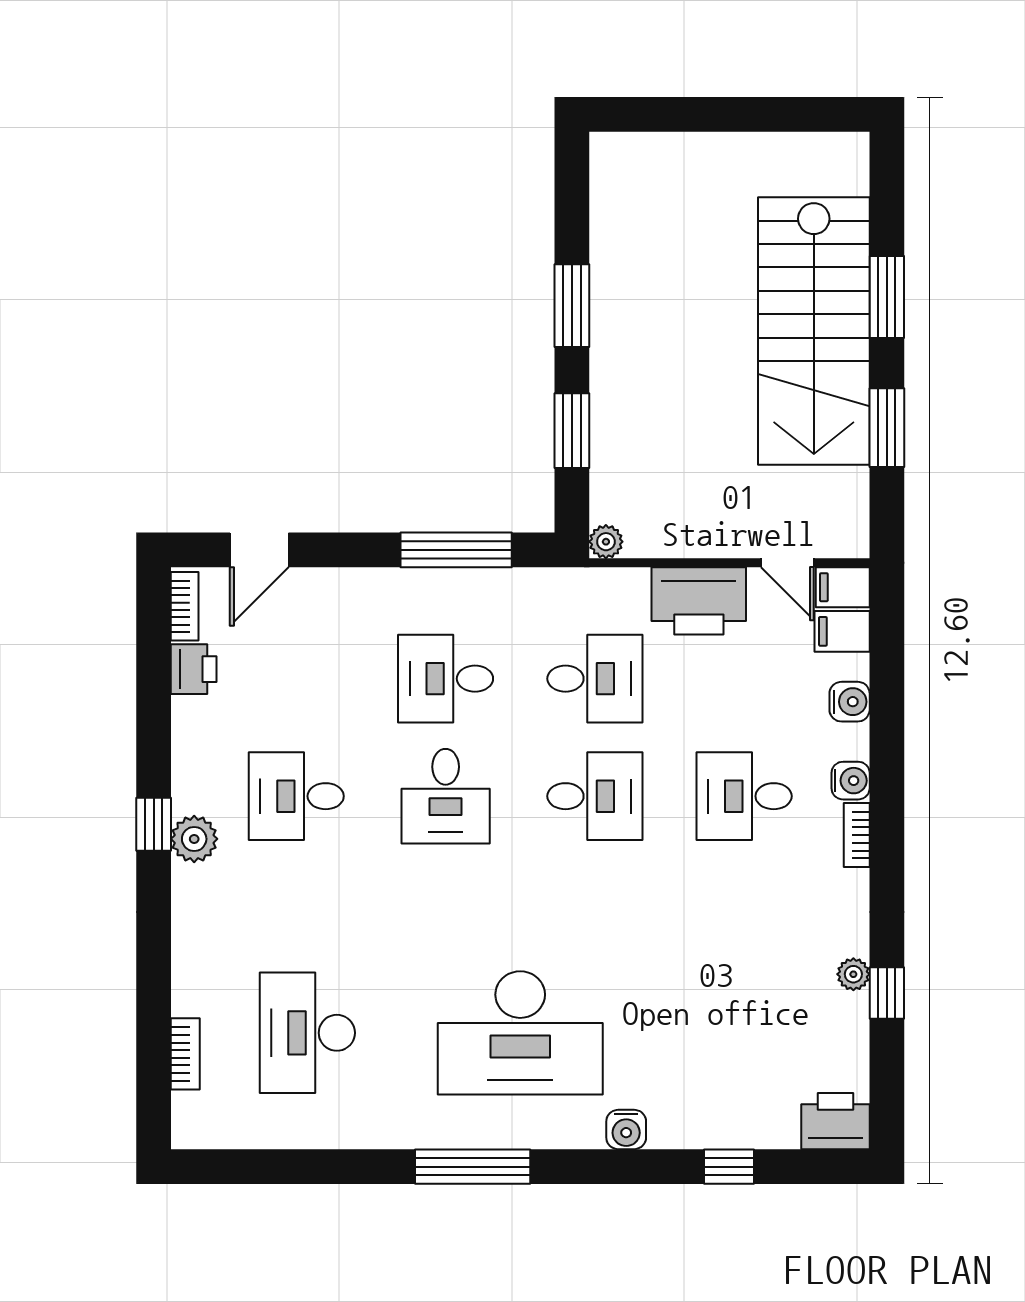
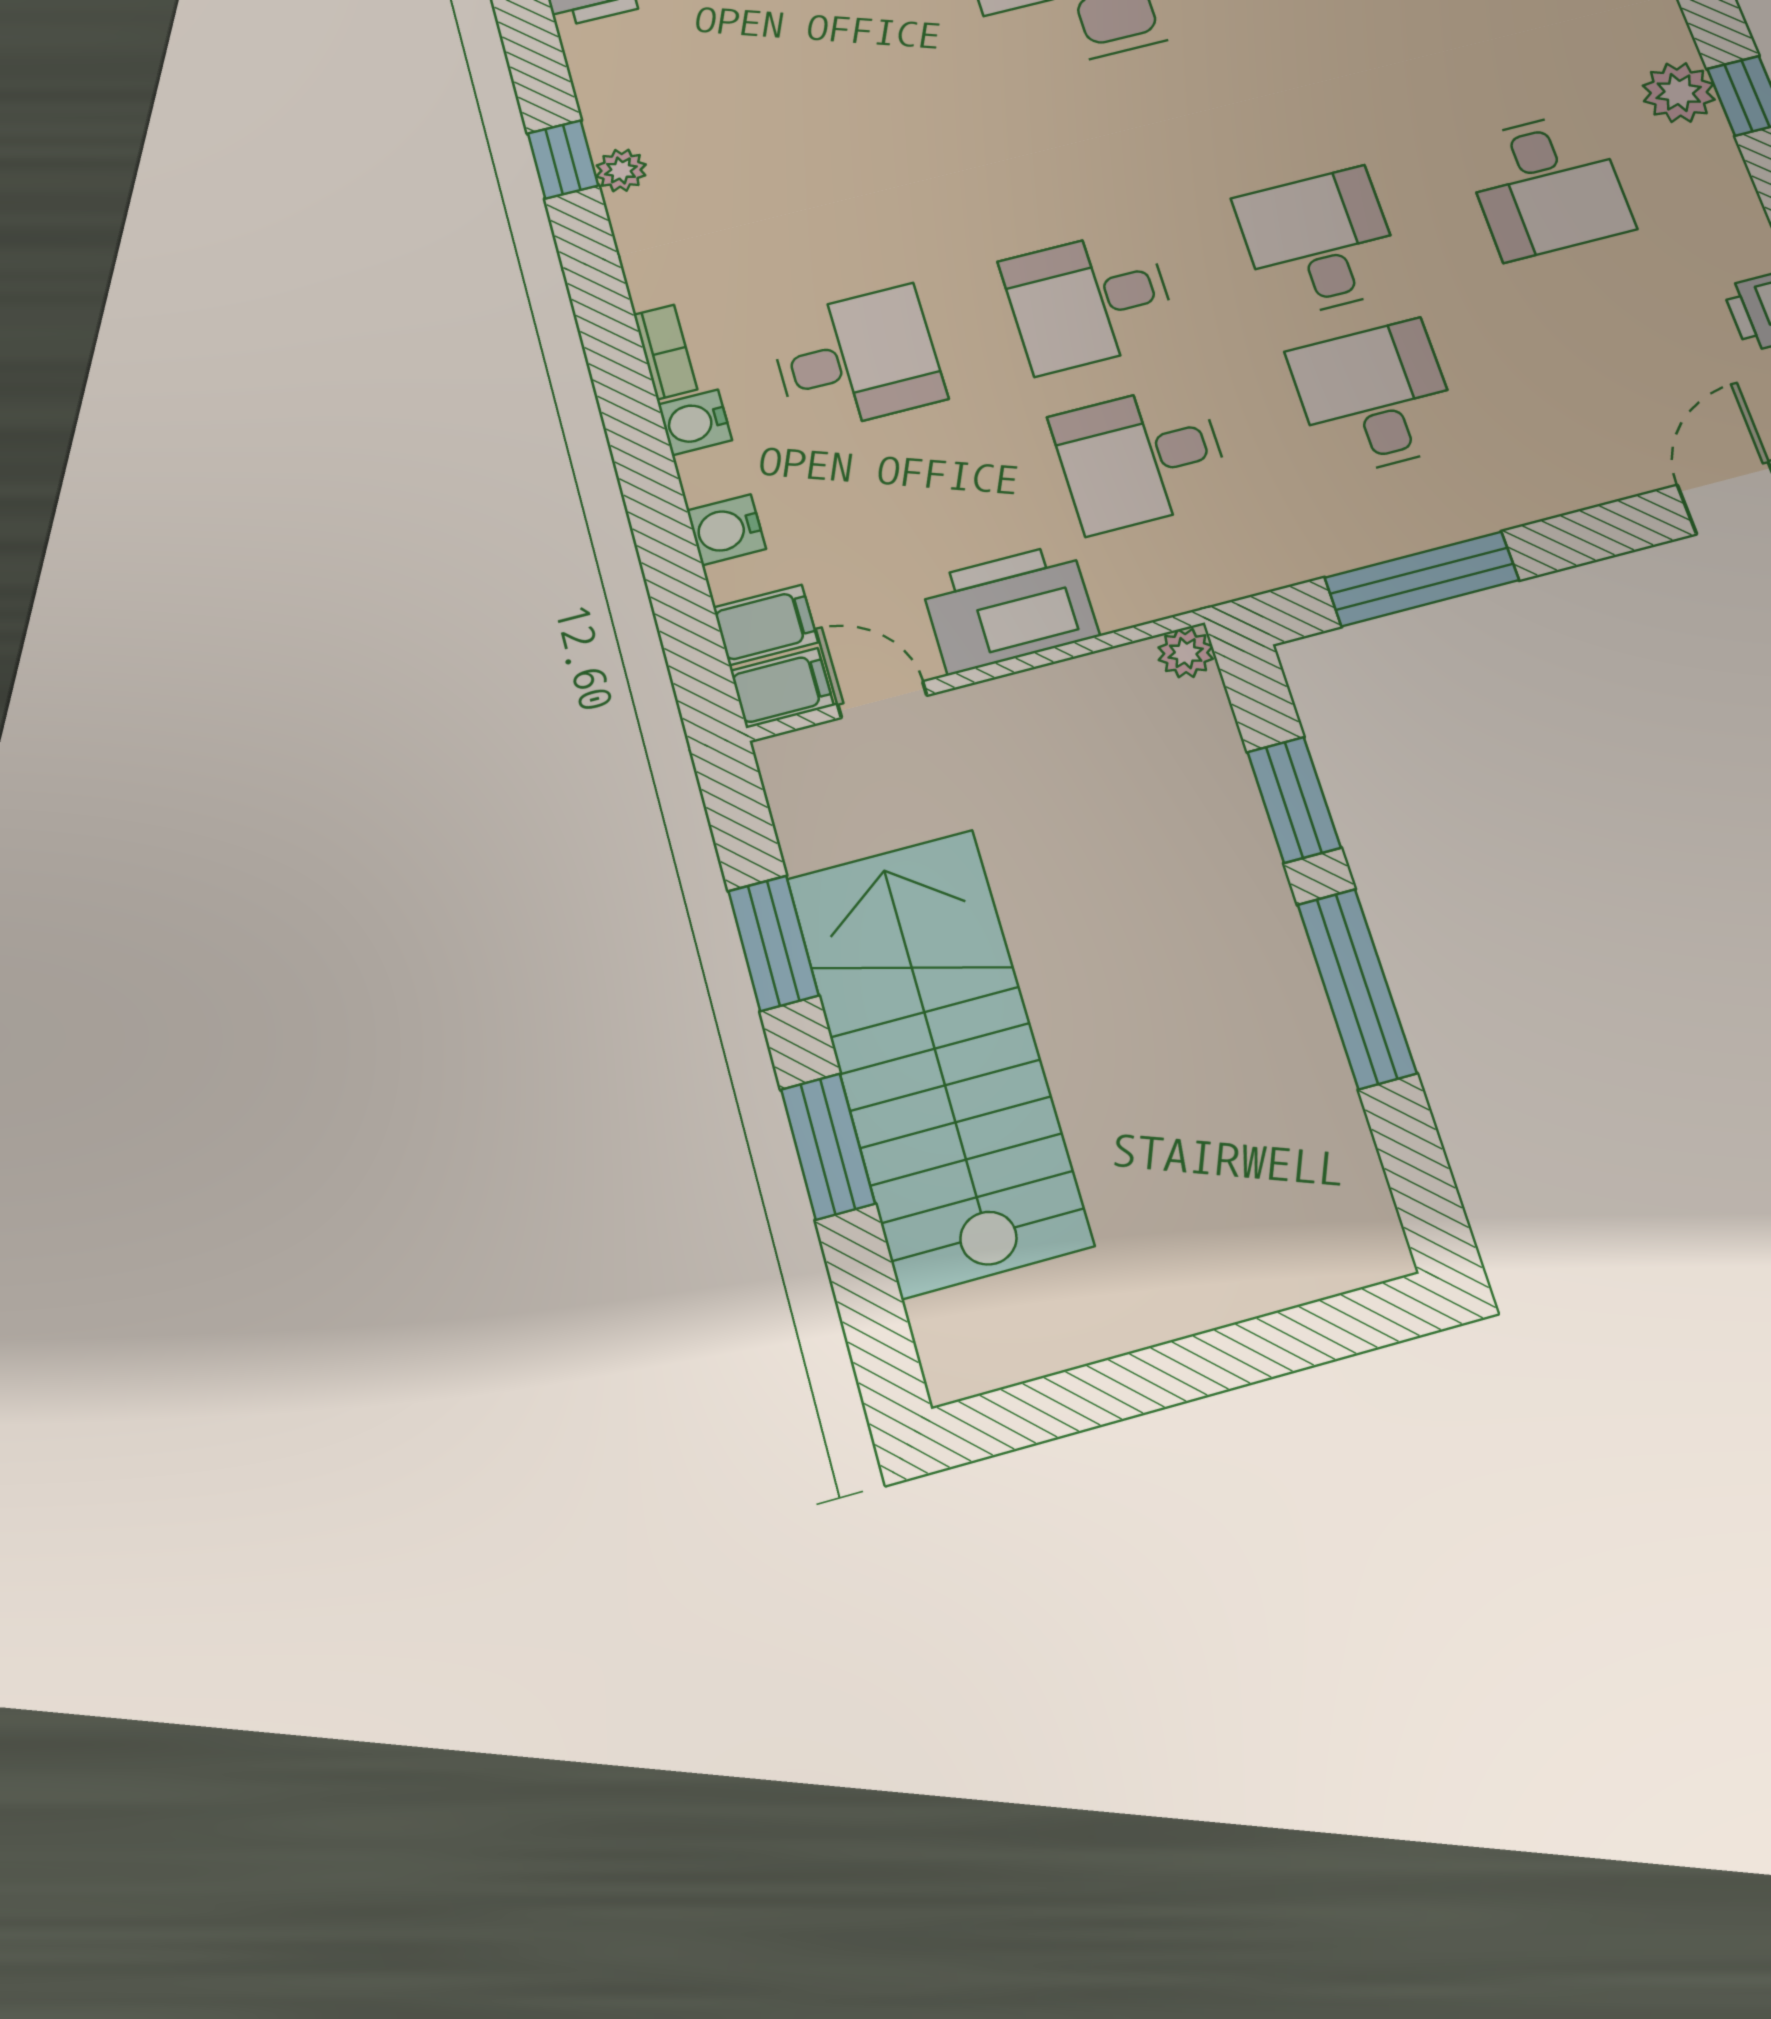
window: (572, 306) -> (1357, 988), width x1.44
desk: (446, 679) -> (1375, 398), turned -90
desk: (296, 796) -> (1547, 185), turned 90

